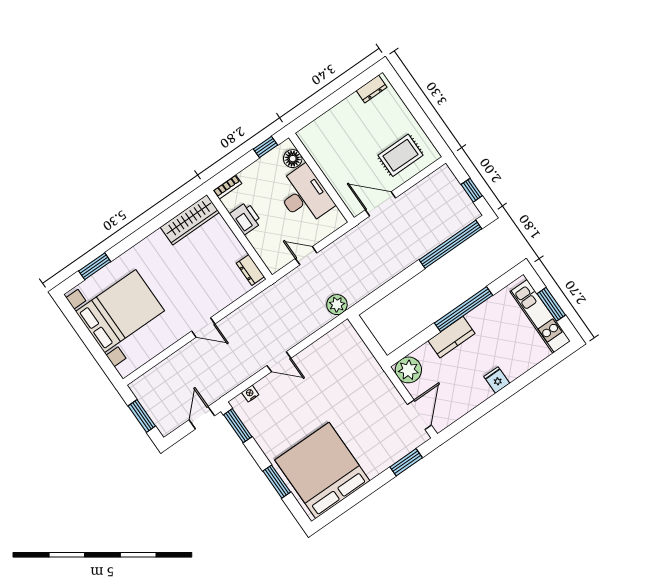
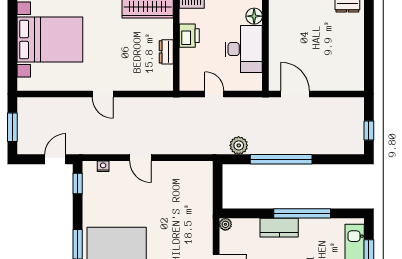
rug: (400, 155) -> (335, 69), removed
window: (450, 244) -> (281, 159), moved
dresser: (250, 270) -> (166, 52), moved
plant: (337, 305) -> (239, 145), moved
plant: (408, 370) -> (225, 224), width x0.53, depth x0.53
window: (238, 426) -> (78, 183), width x0.67

